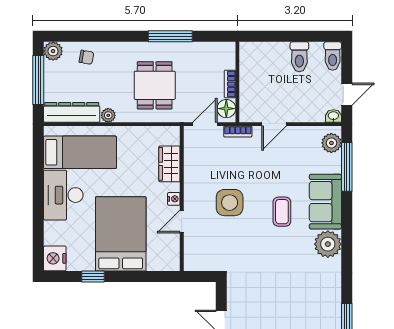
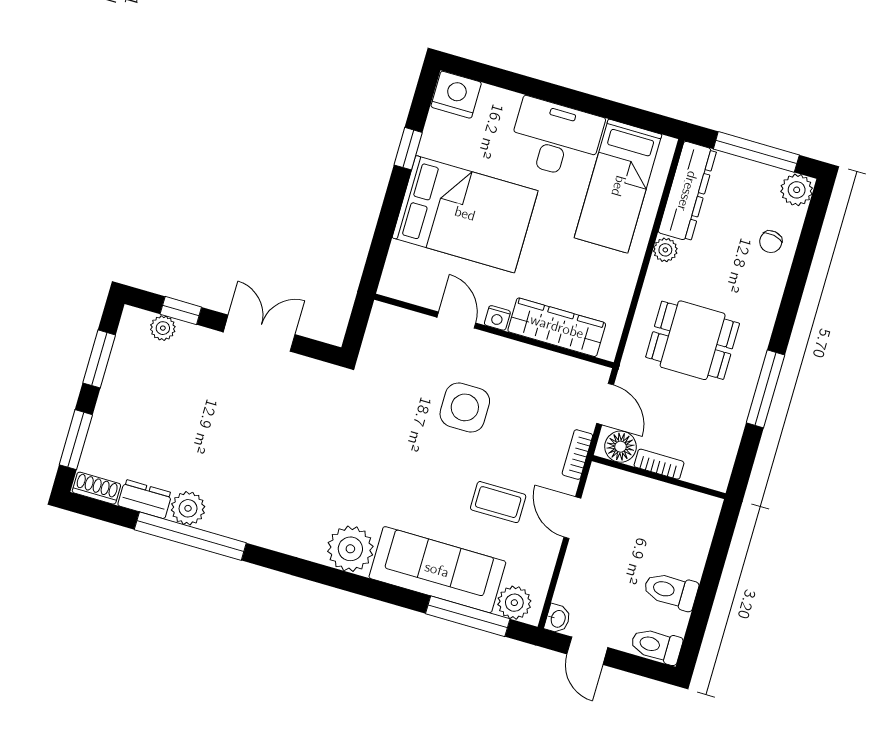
wardrobe: (169, 164) -> (557, 327), width x1.50
sofa: (325, 202) -> (437, 570), width x1.36
coffee table: (282, 212) -> (498, 502), moved

